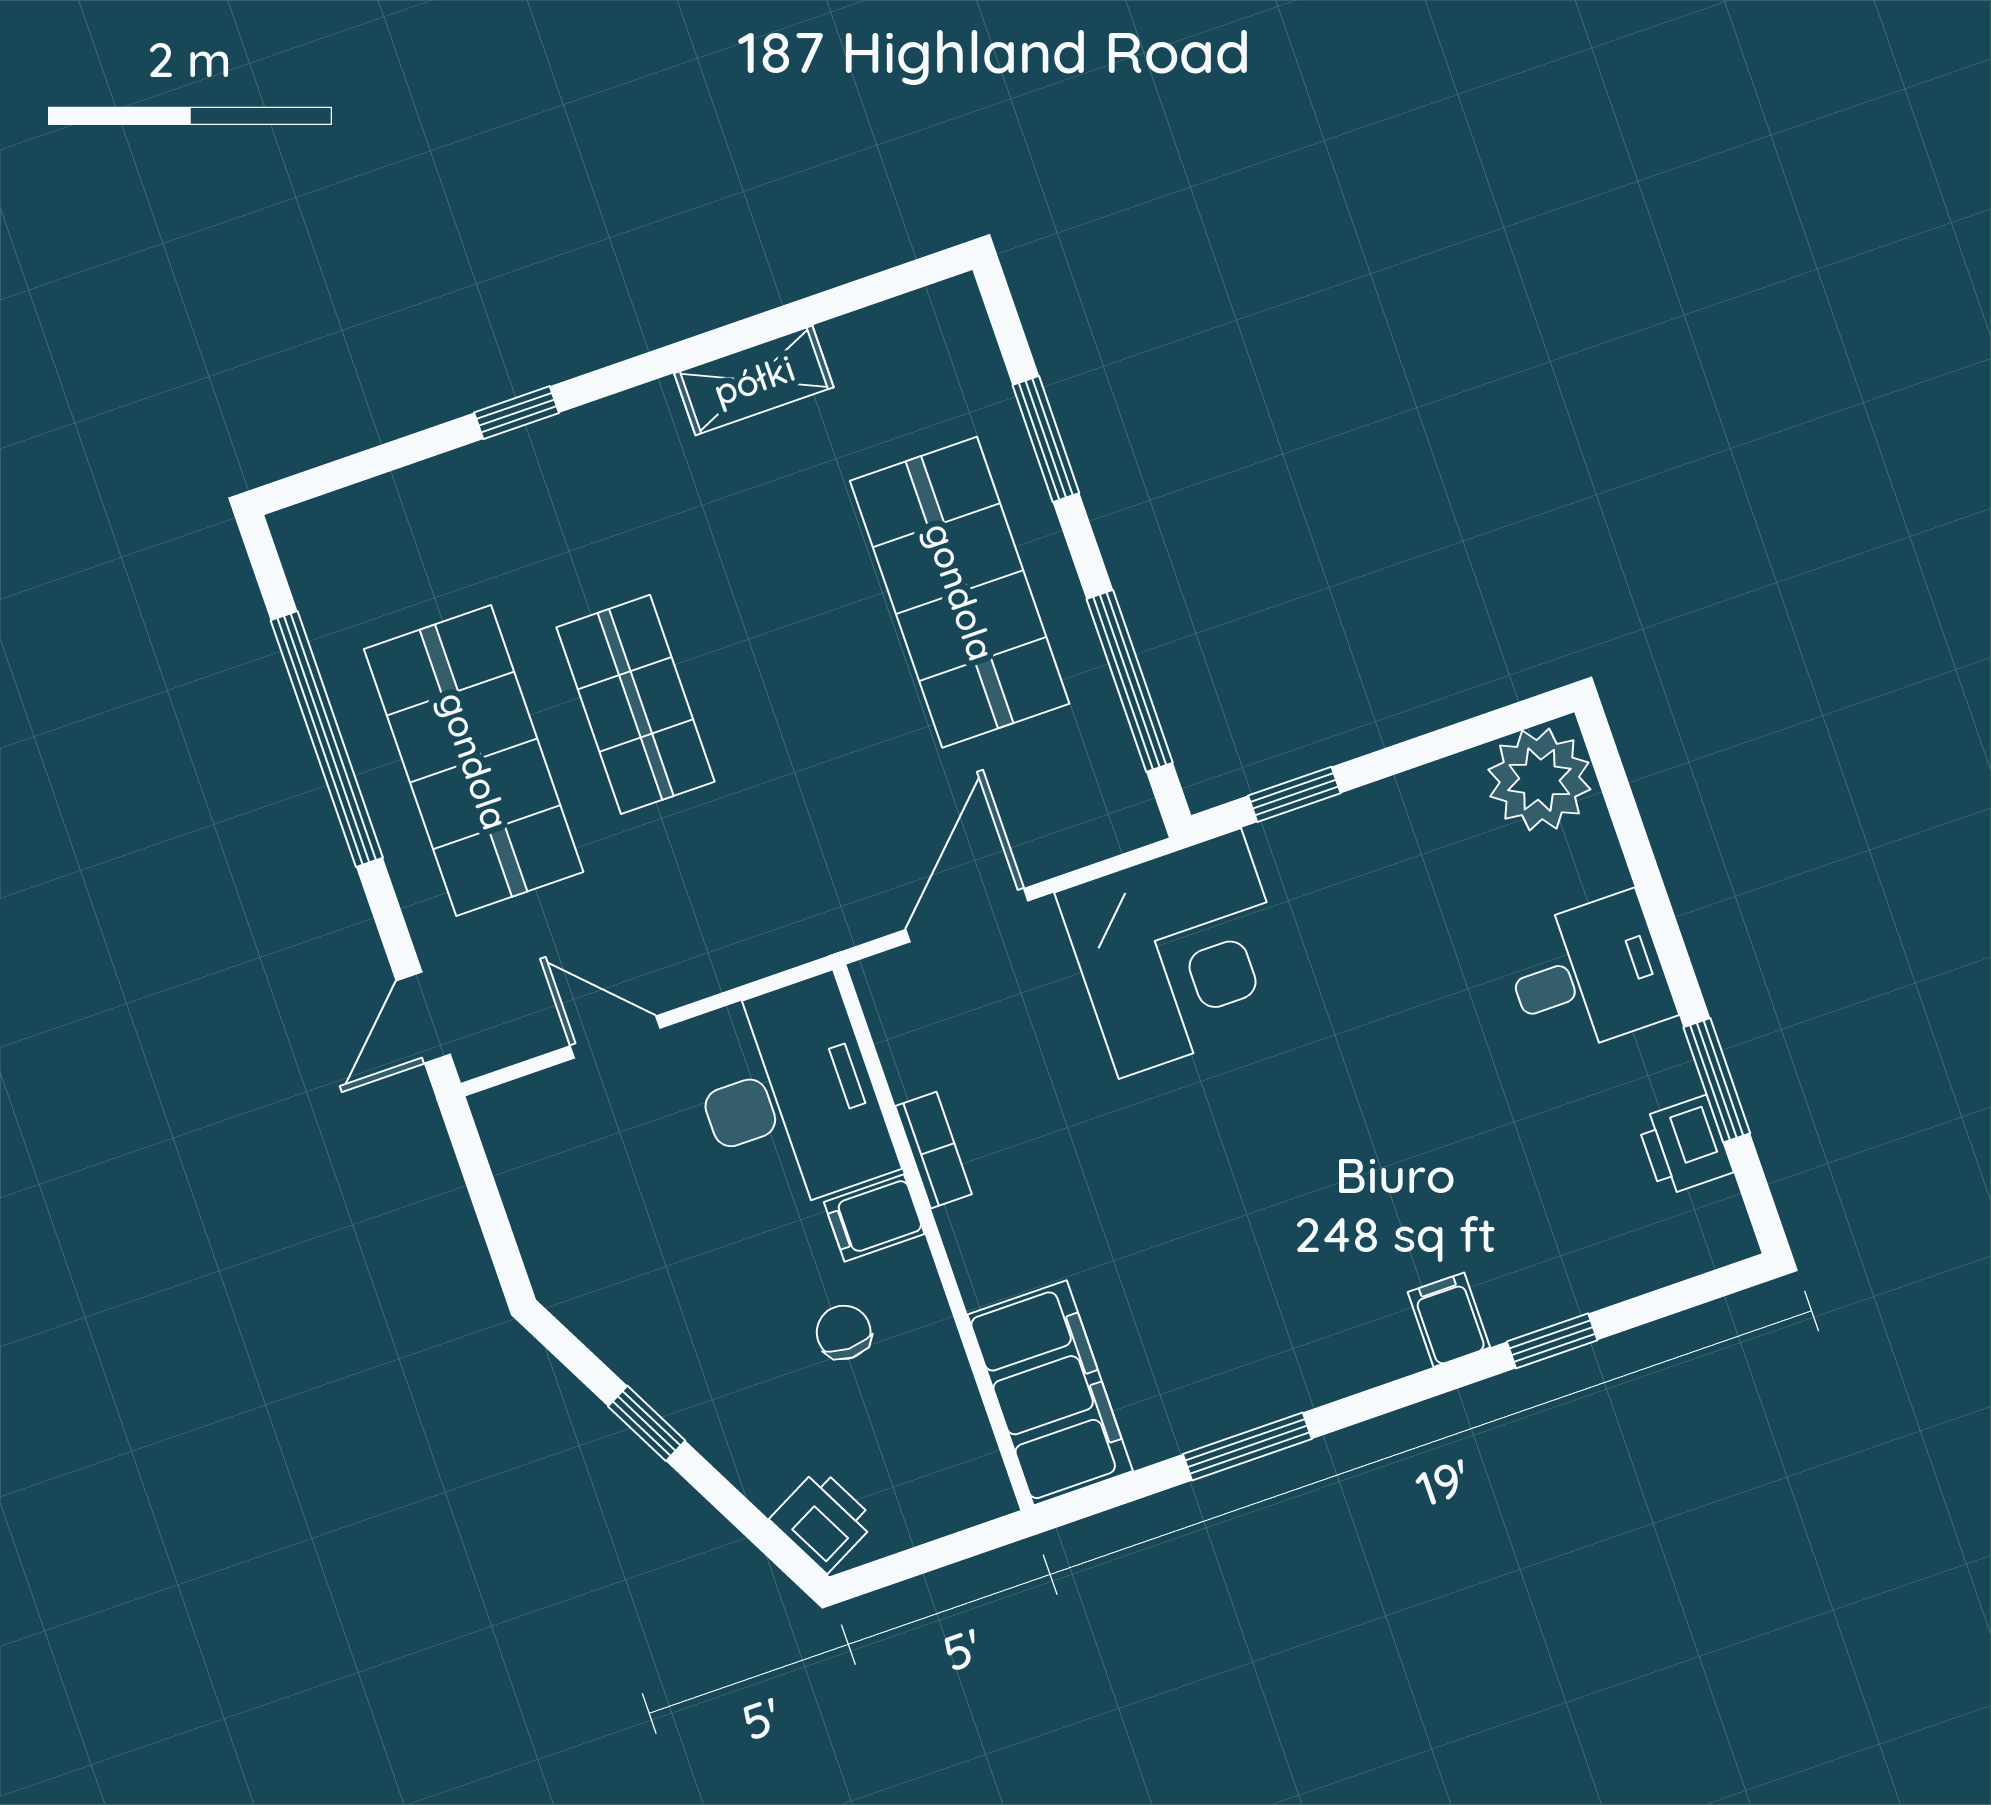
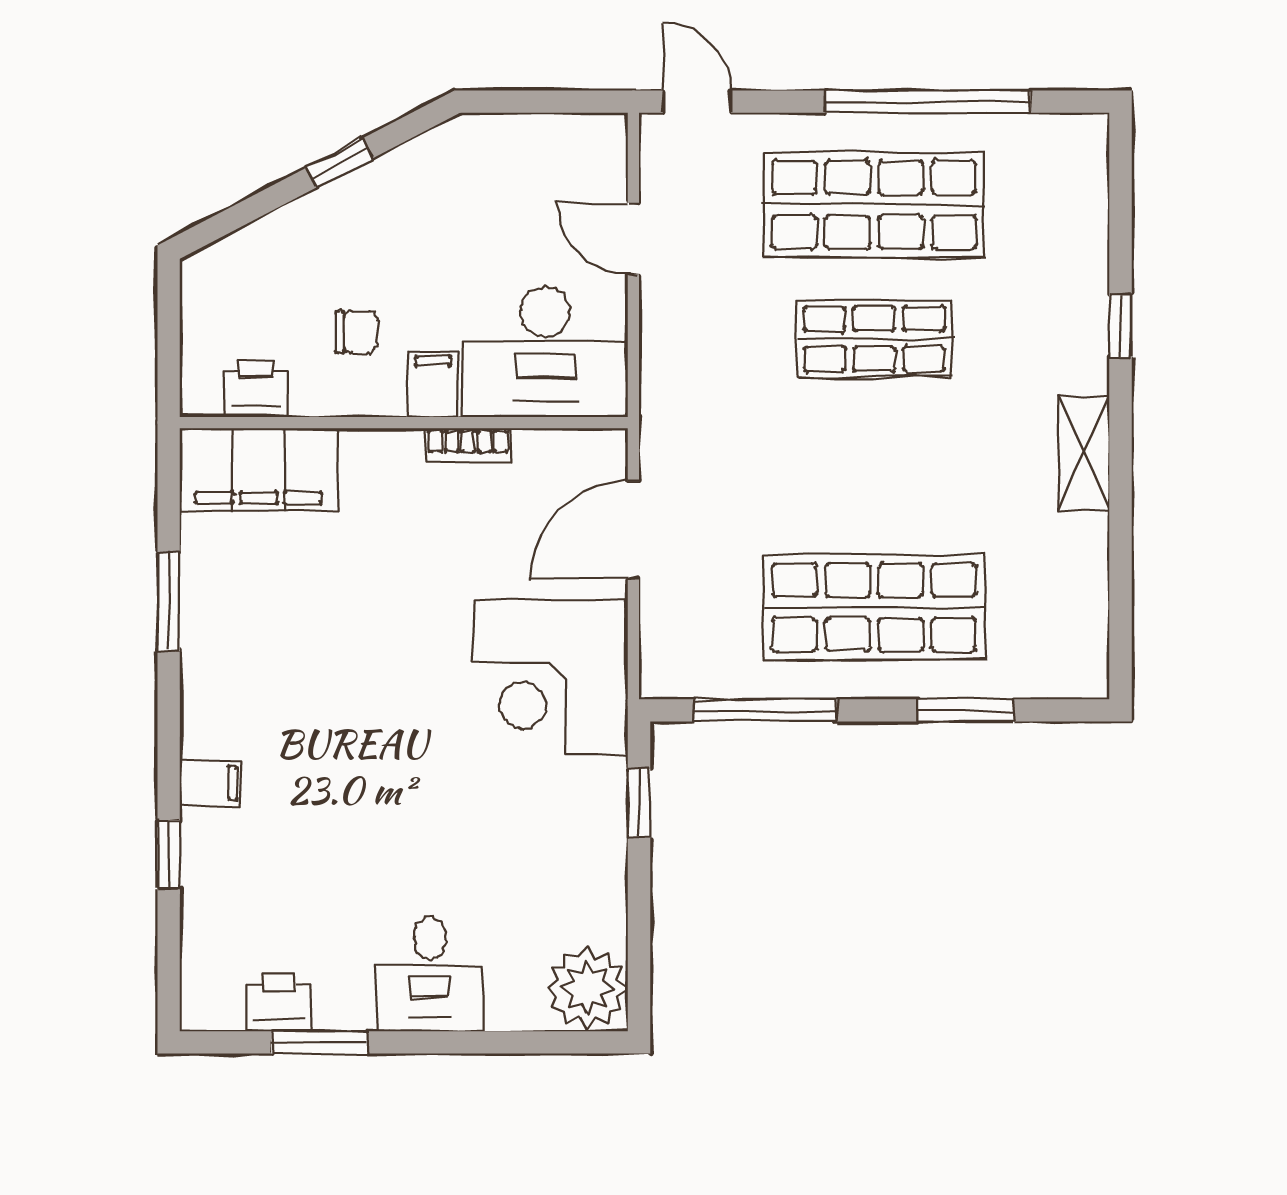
shelving: (754, 380) -> (1084, 453), moved
door: (967, 915) -> (633, 530), swing flipped
door: (615, 1037) -> (633, 239), swing flipped
printer: (823, 1520) -> (256, 388), moved, turned -152

